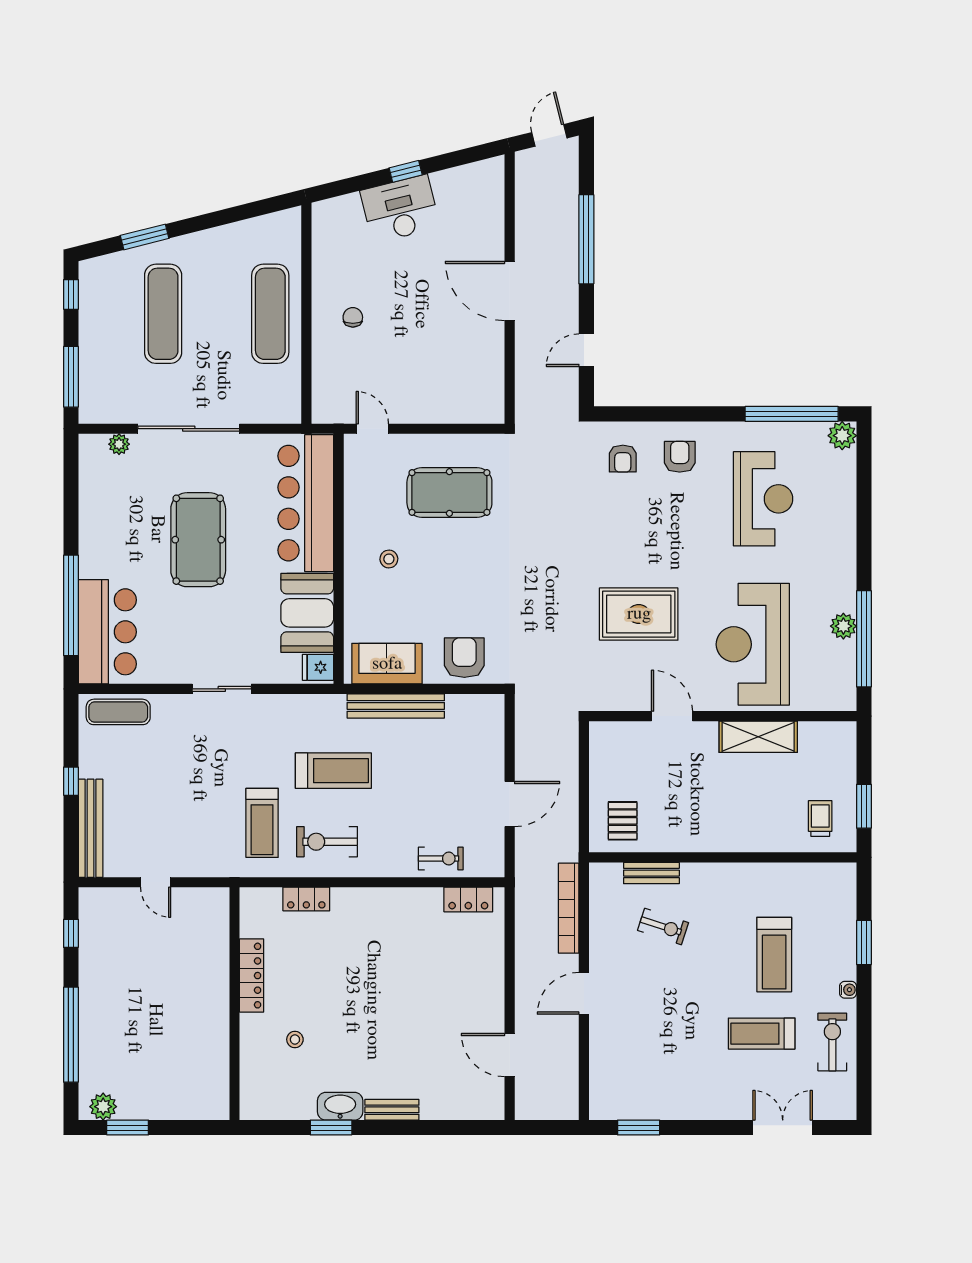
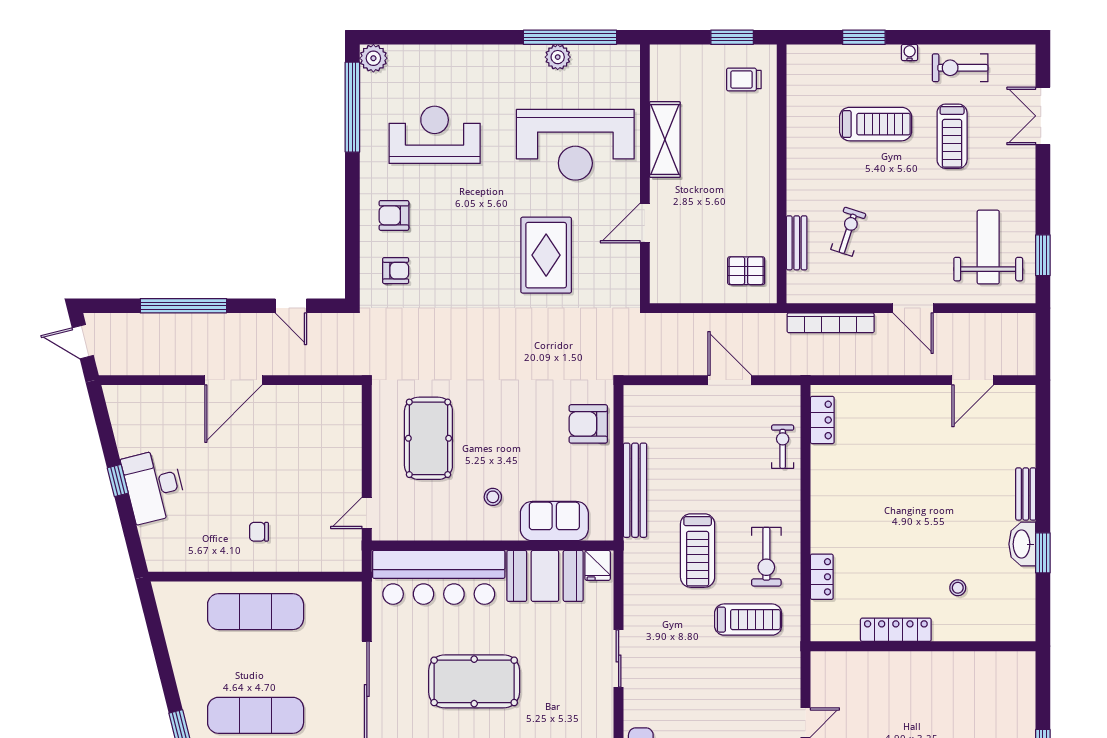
sofa: (387, 664) -> (554, 521), moved, turned 90
treadmill: (333, 771) -> (698, 551), turned 180
weight bench: (647, 1071) -> (988, 247), added

